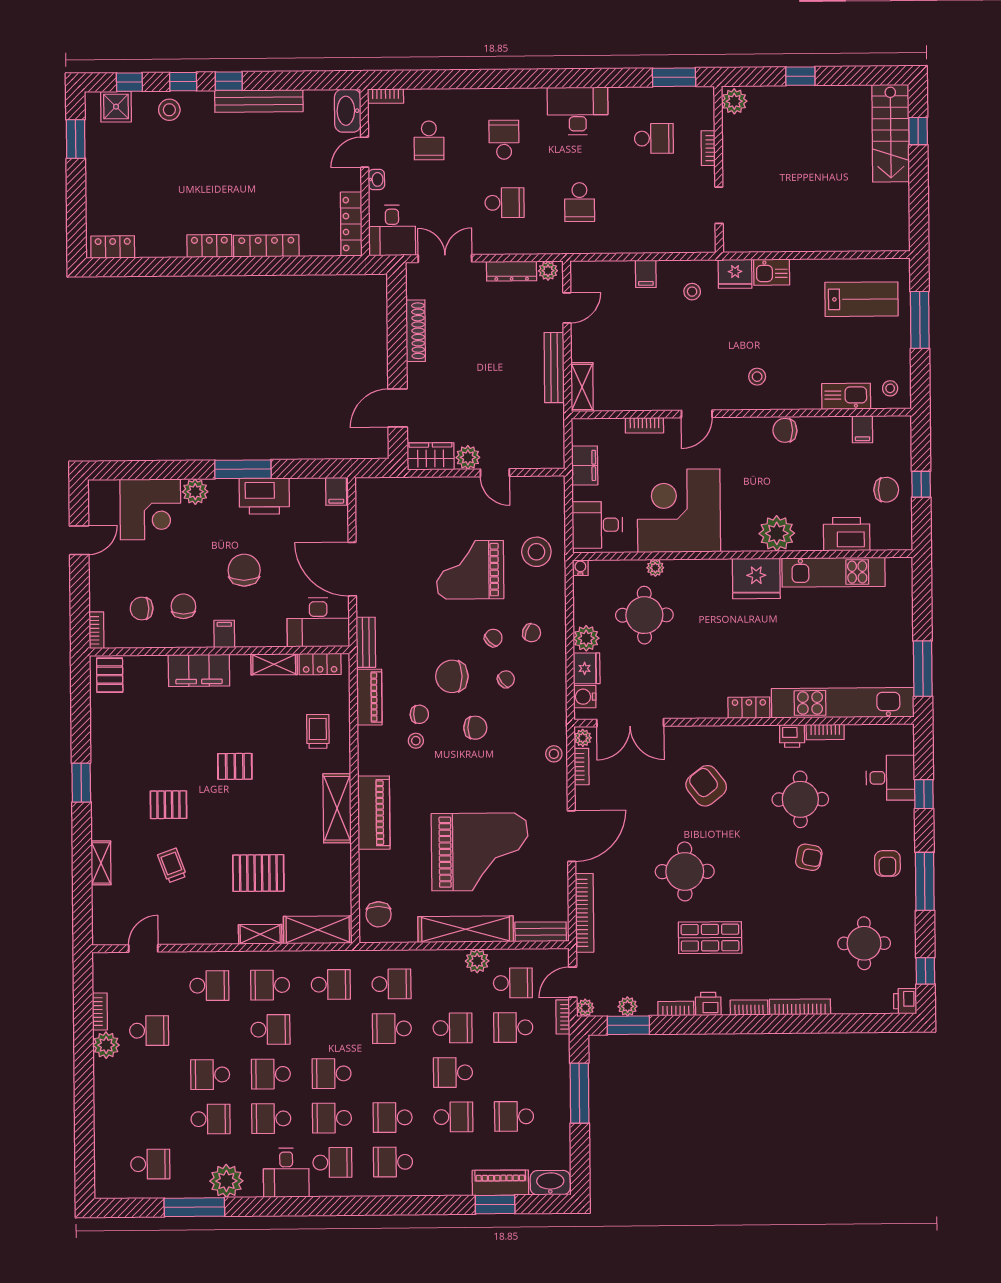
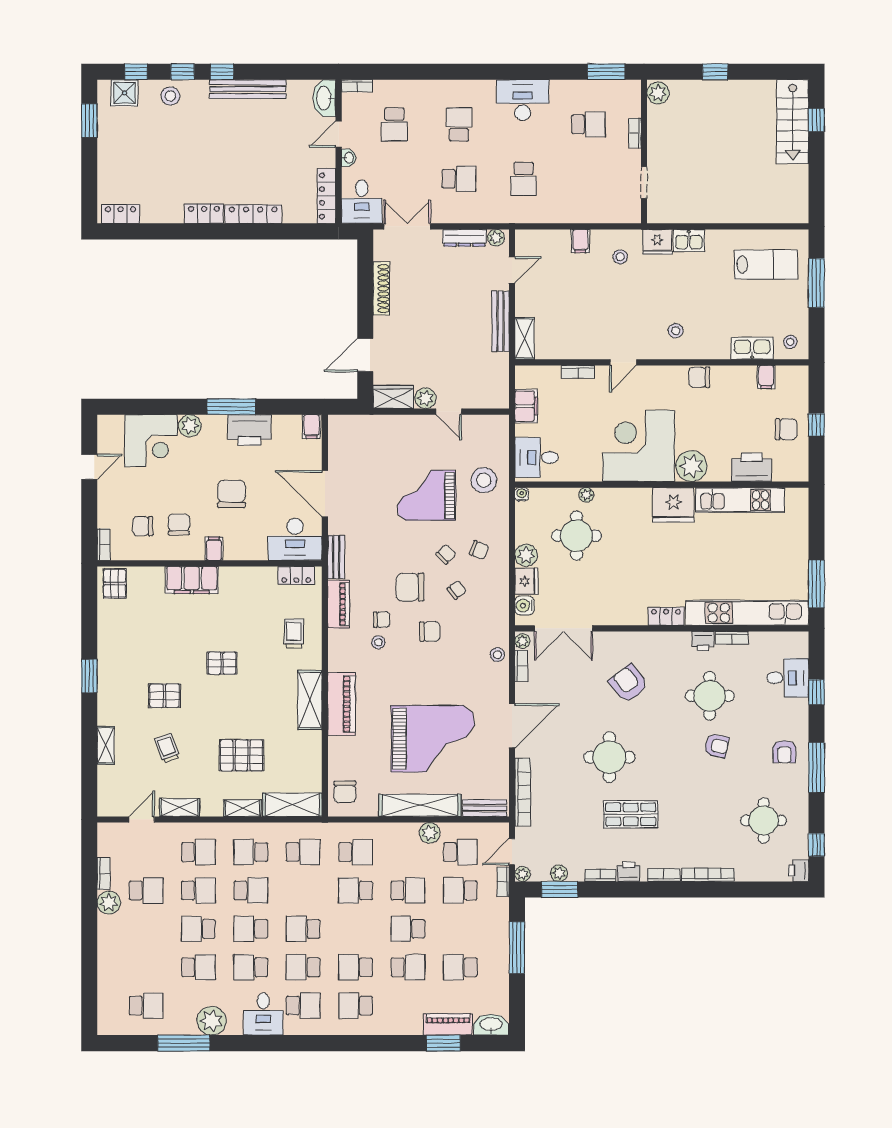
corner desk: (679, 511) -> (639, 446), moved
shelving: (274, 664) -> (180, 808), moved
school desk: (210, 1030) -> (198, 890), added

